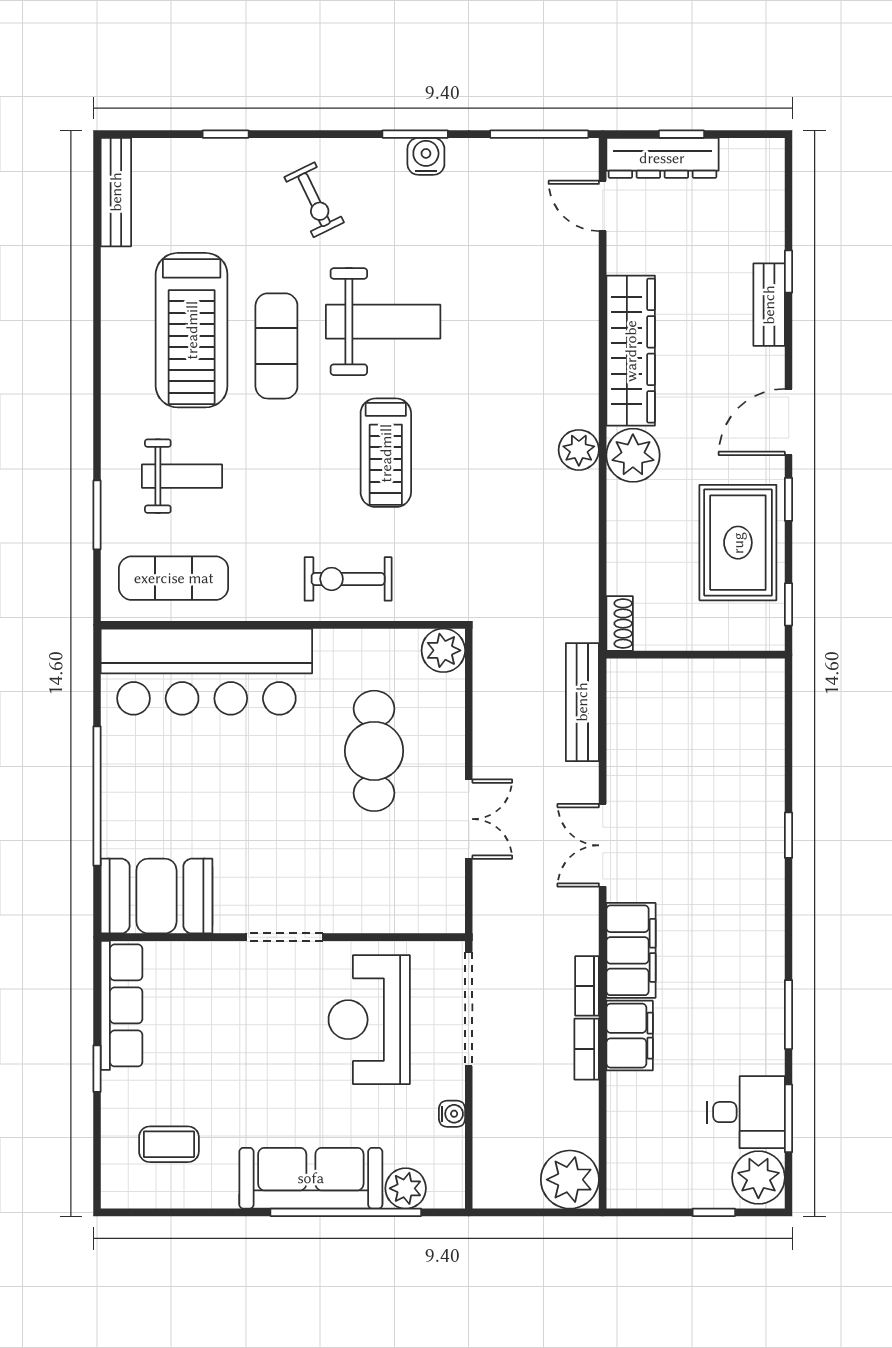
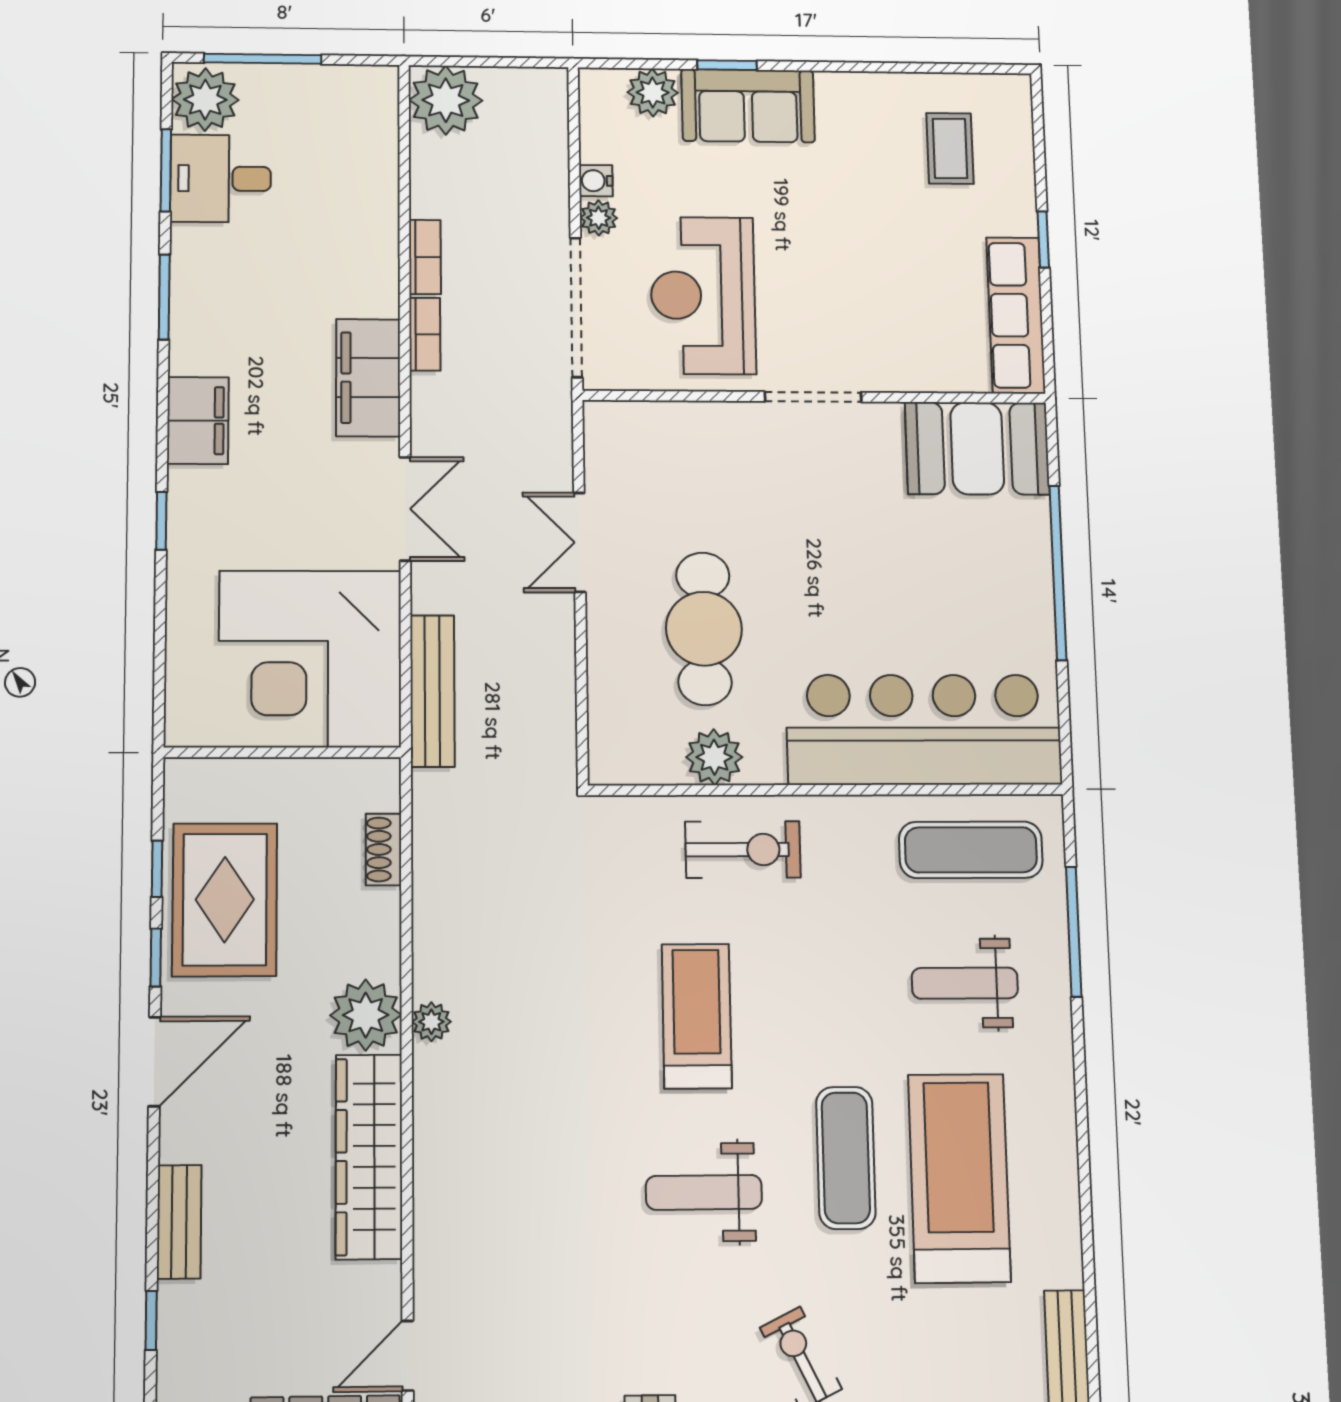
door: (603, 206) -> (408, 1356), swing flipped
window: (789, 272) -> (151, 1320), moved
weight bench: (383, 322) -> (704, 1192), width x0.73, depth x0.75
plant: (579, 450) -> (431, 1022), width x0.73, depth x0.73
window: (97, 515) -> (1074, 932), width x1.44
window: (789, 604) -> (157, 869), moved
shoe rack: (620, 624) -> (384, 849), moved
plant: (443, 650) -> (714, 757), moved
corner desk: (675, 727) -> (310, 659), added
reception desk: (369, 1020) -> (703, 295), turned 180
filing cabinet: (630, 1036) -> (198, 420), moved, turned 180
plant: (450, 1083) -> (599, 218), added
coffee table: (169, 1144) -> (950, 148), turned 90
sofa: (311, 1178) -> (748, 106), width x0.73
window: (346, 1212) -> (727, 65), width x0.32
window: (714, 1212) -> (263, 59), width x2.17

